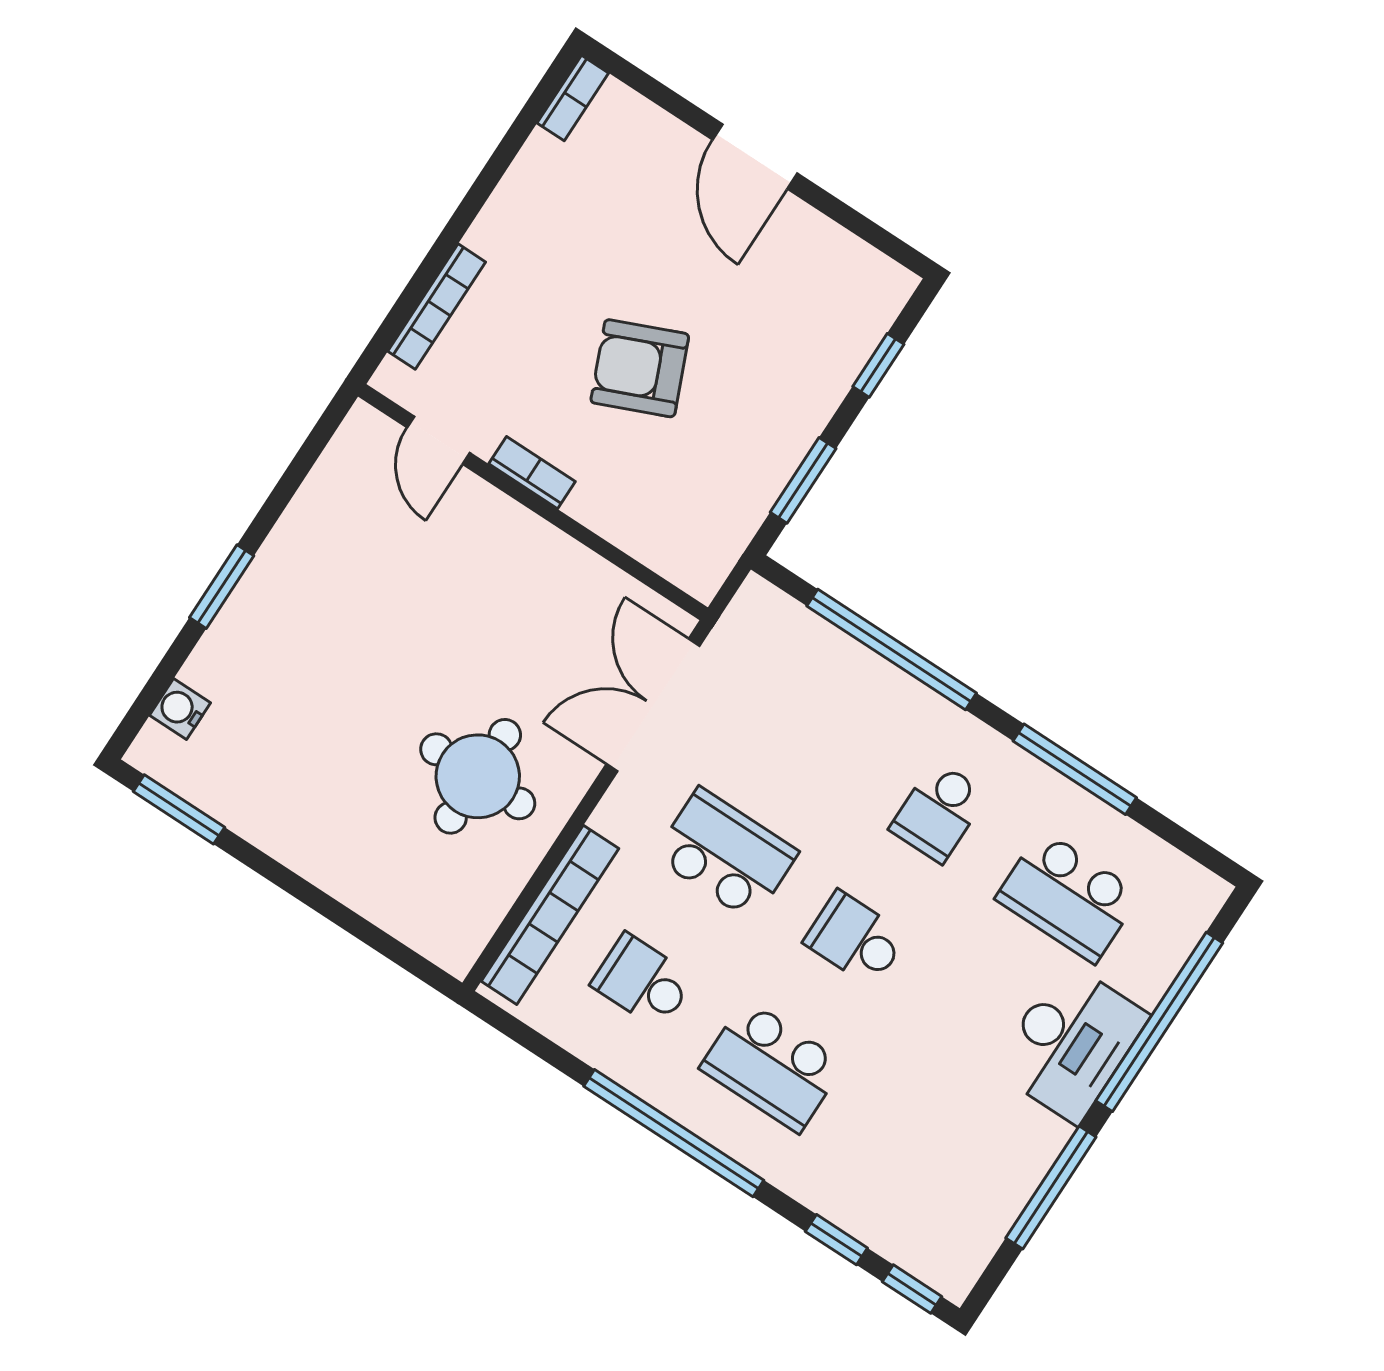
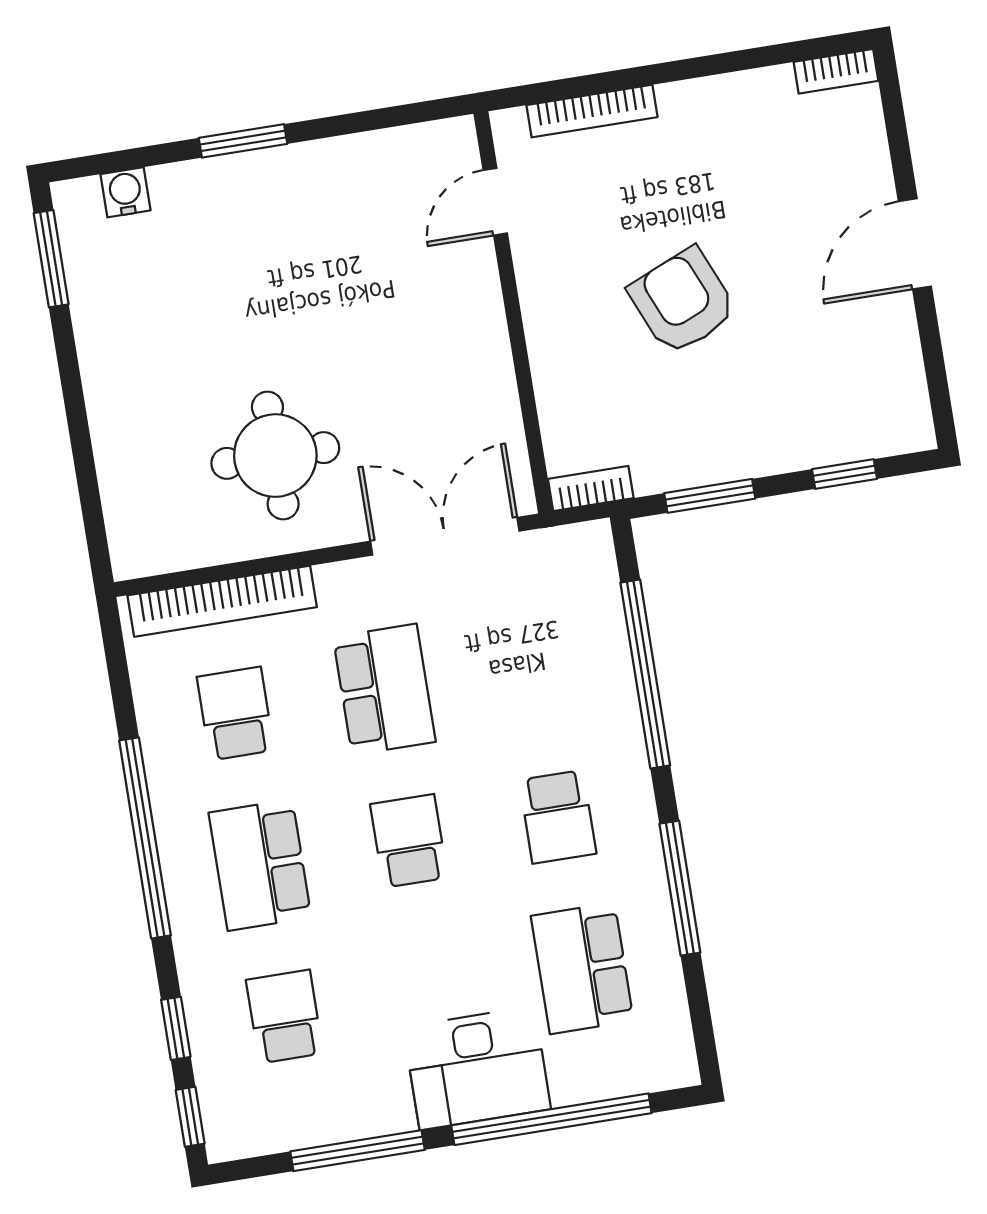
bookcase: (532, 473) -> (591, 488), moved, turned -90
school desk: (939, 812) -> (558, 817), turned -90
school desk: (902, 1151) -> (285, 1017), added

